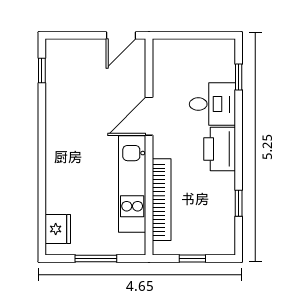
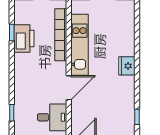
desk: (212, 104) -> (52, 117), moved, turned 180
printer: (220, 149) -> (24, 38), moved
fridge: (58, 229) -> (127, 66), moved

